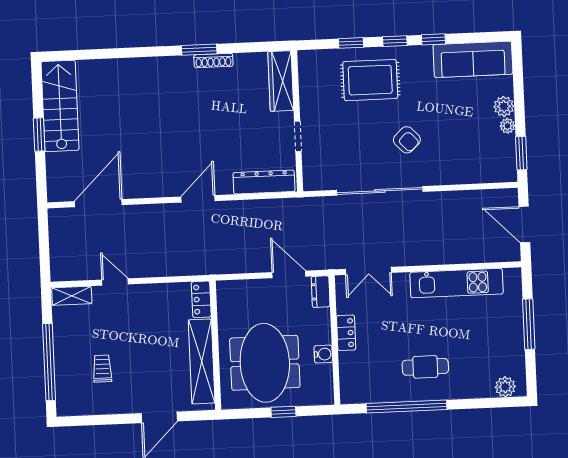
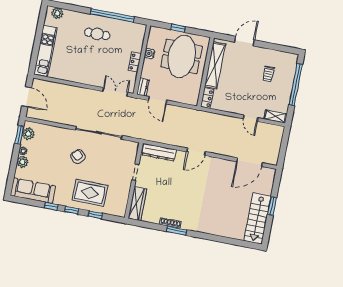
plant: (505, 159) -> (28, 134), added
kitchen unit: (457, 283) -> (45, 51), moved, turned 90
window: (529, 324) -> (37, 43), removed

